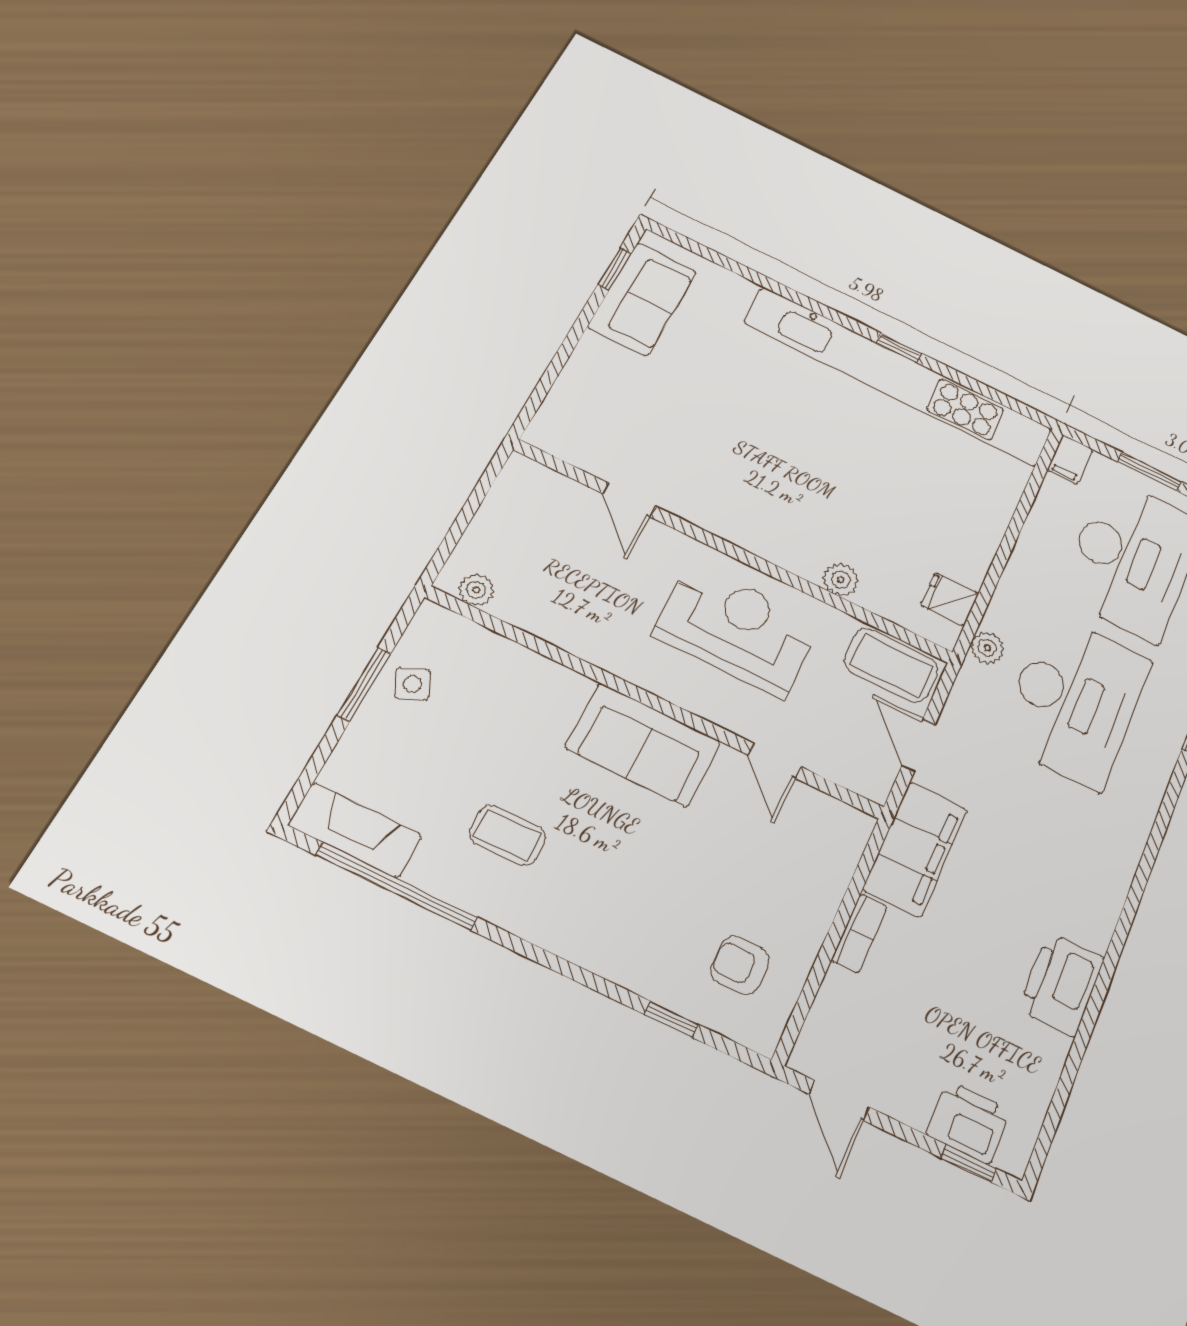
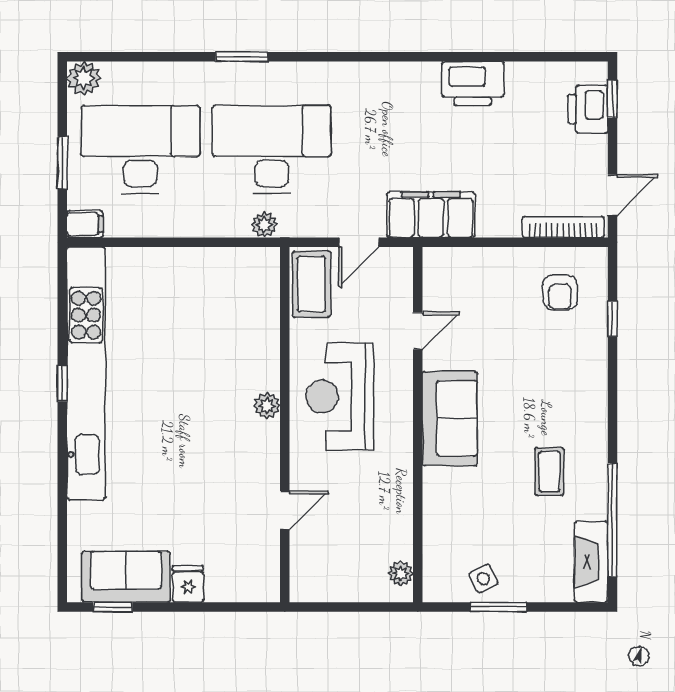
plant: (841, 580) -> (267, 406), moved
fridge: (950, 599) -> (188, 584), moved, turned 180
bookcase: (859, 933) -> (563, 227), moved, width x1.56

